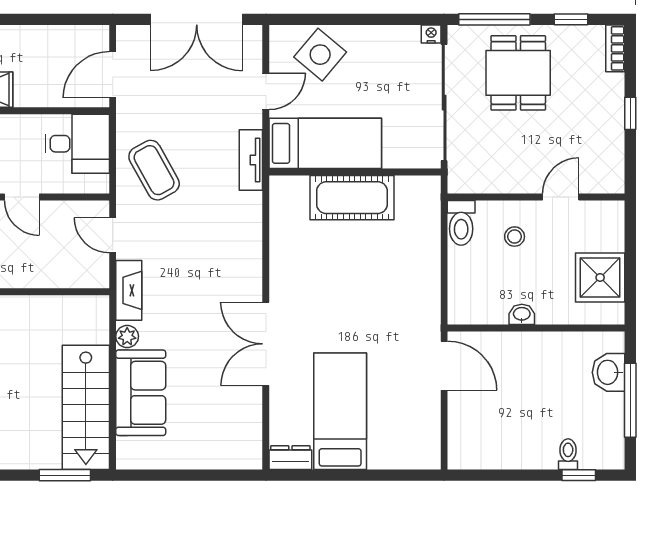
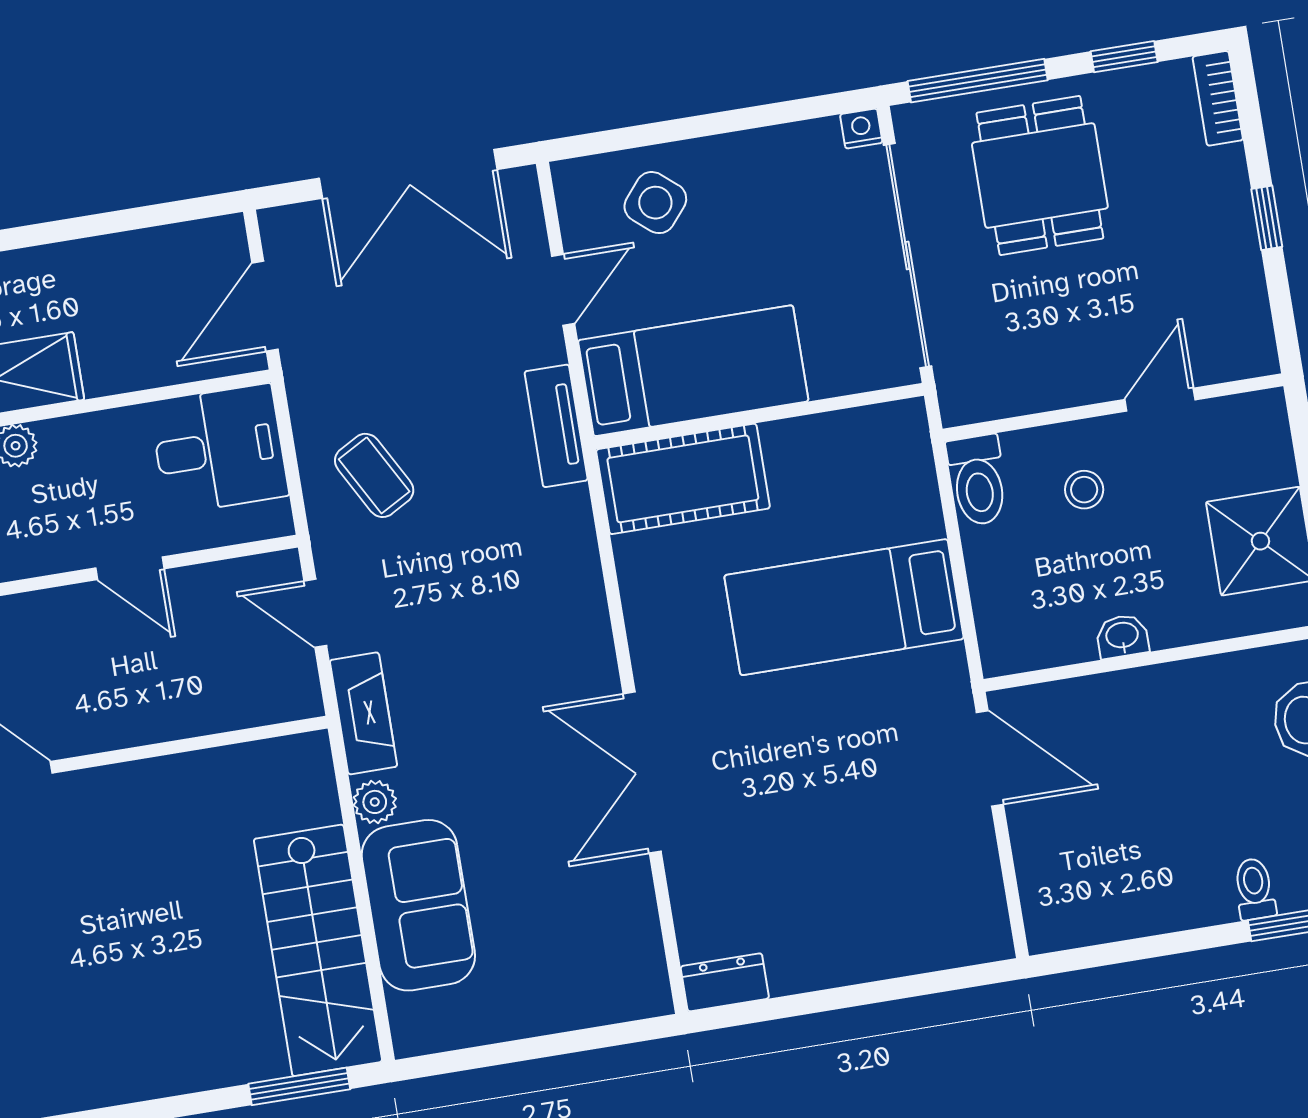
side table: (320, 55) -> (655, 203), width x0.73, depth x0.73
coffee table: (154, 170) -> (374, 475), width x0.73, depth x0.77
cot: (352, 198) -> (683, 479), moved
bed: (340, 411) -> (844, 607), moved, turned -90

